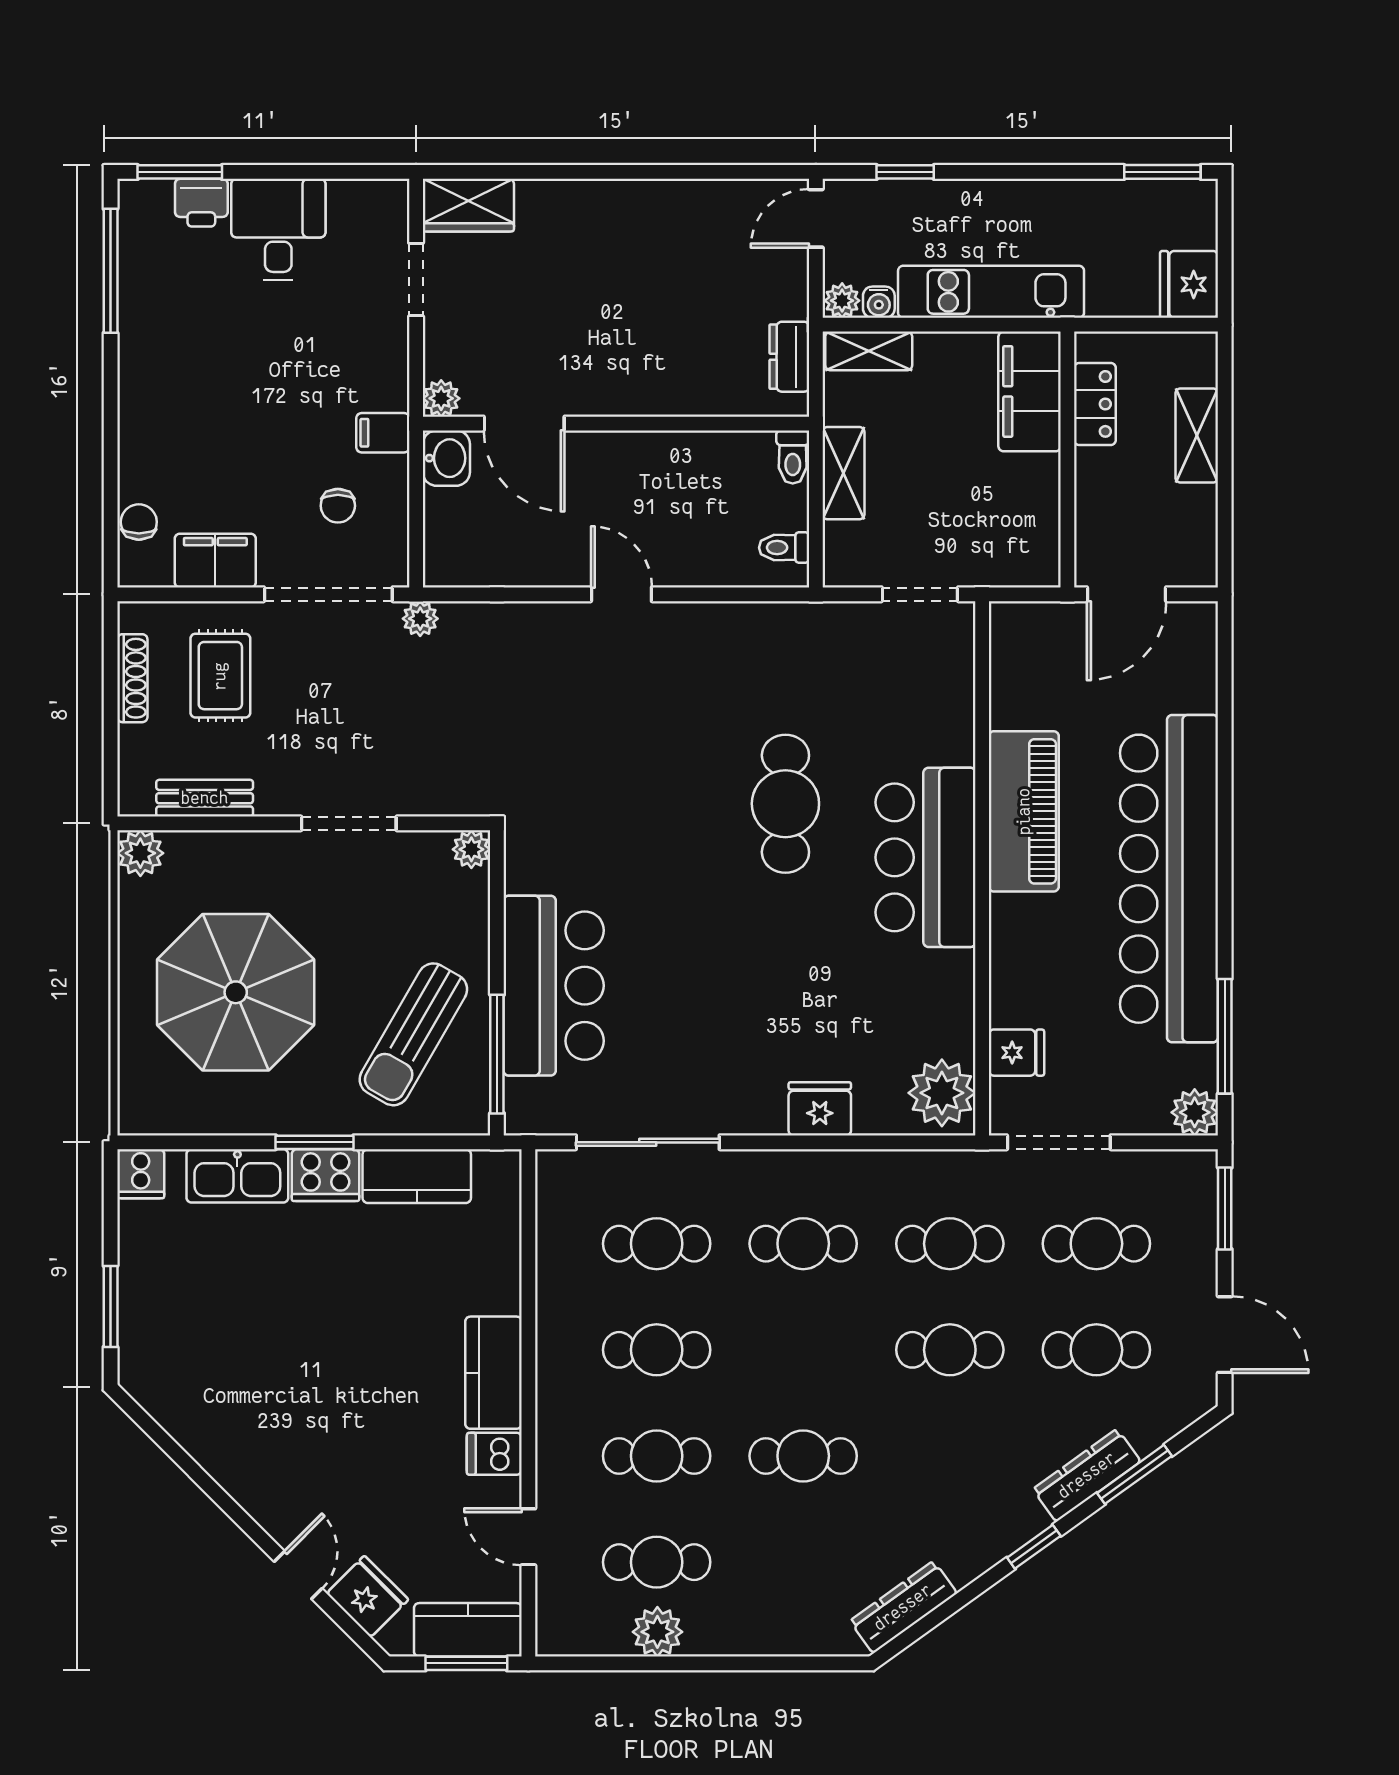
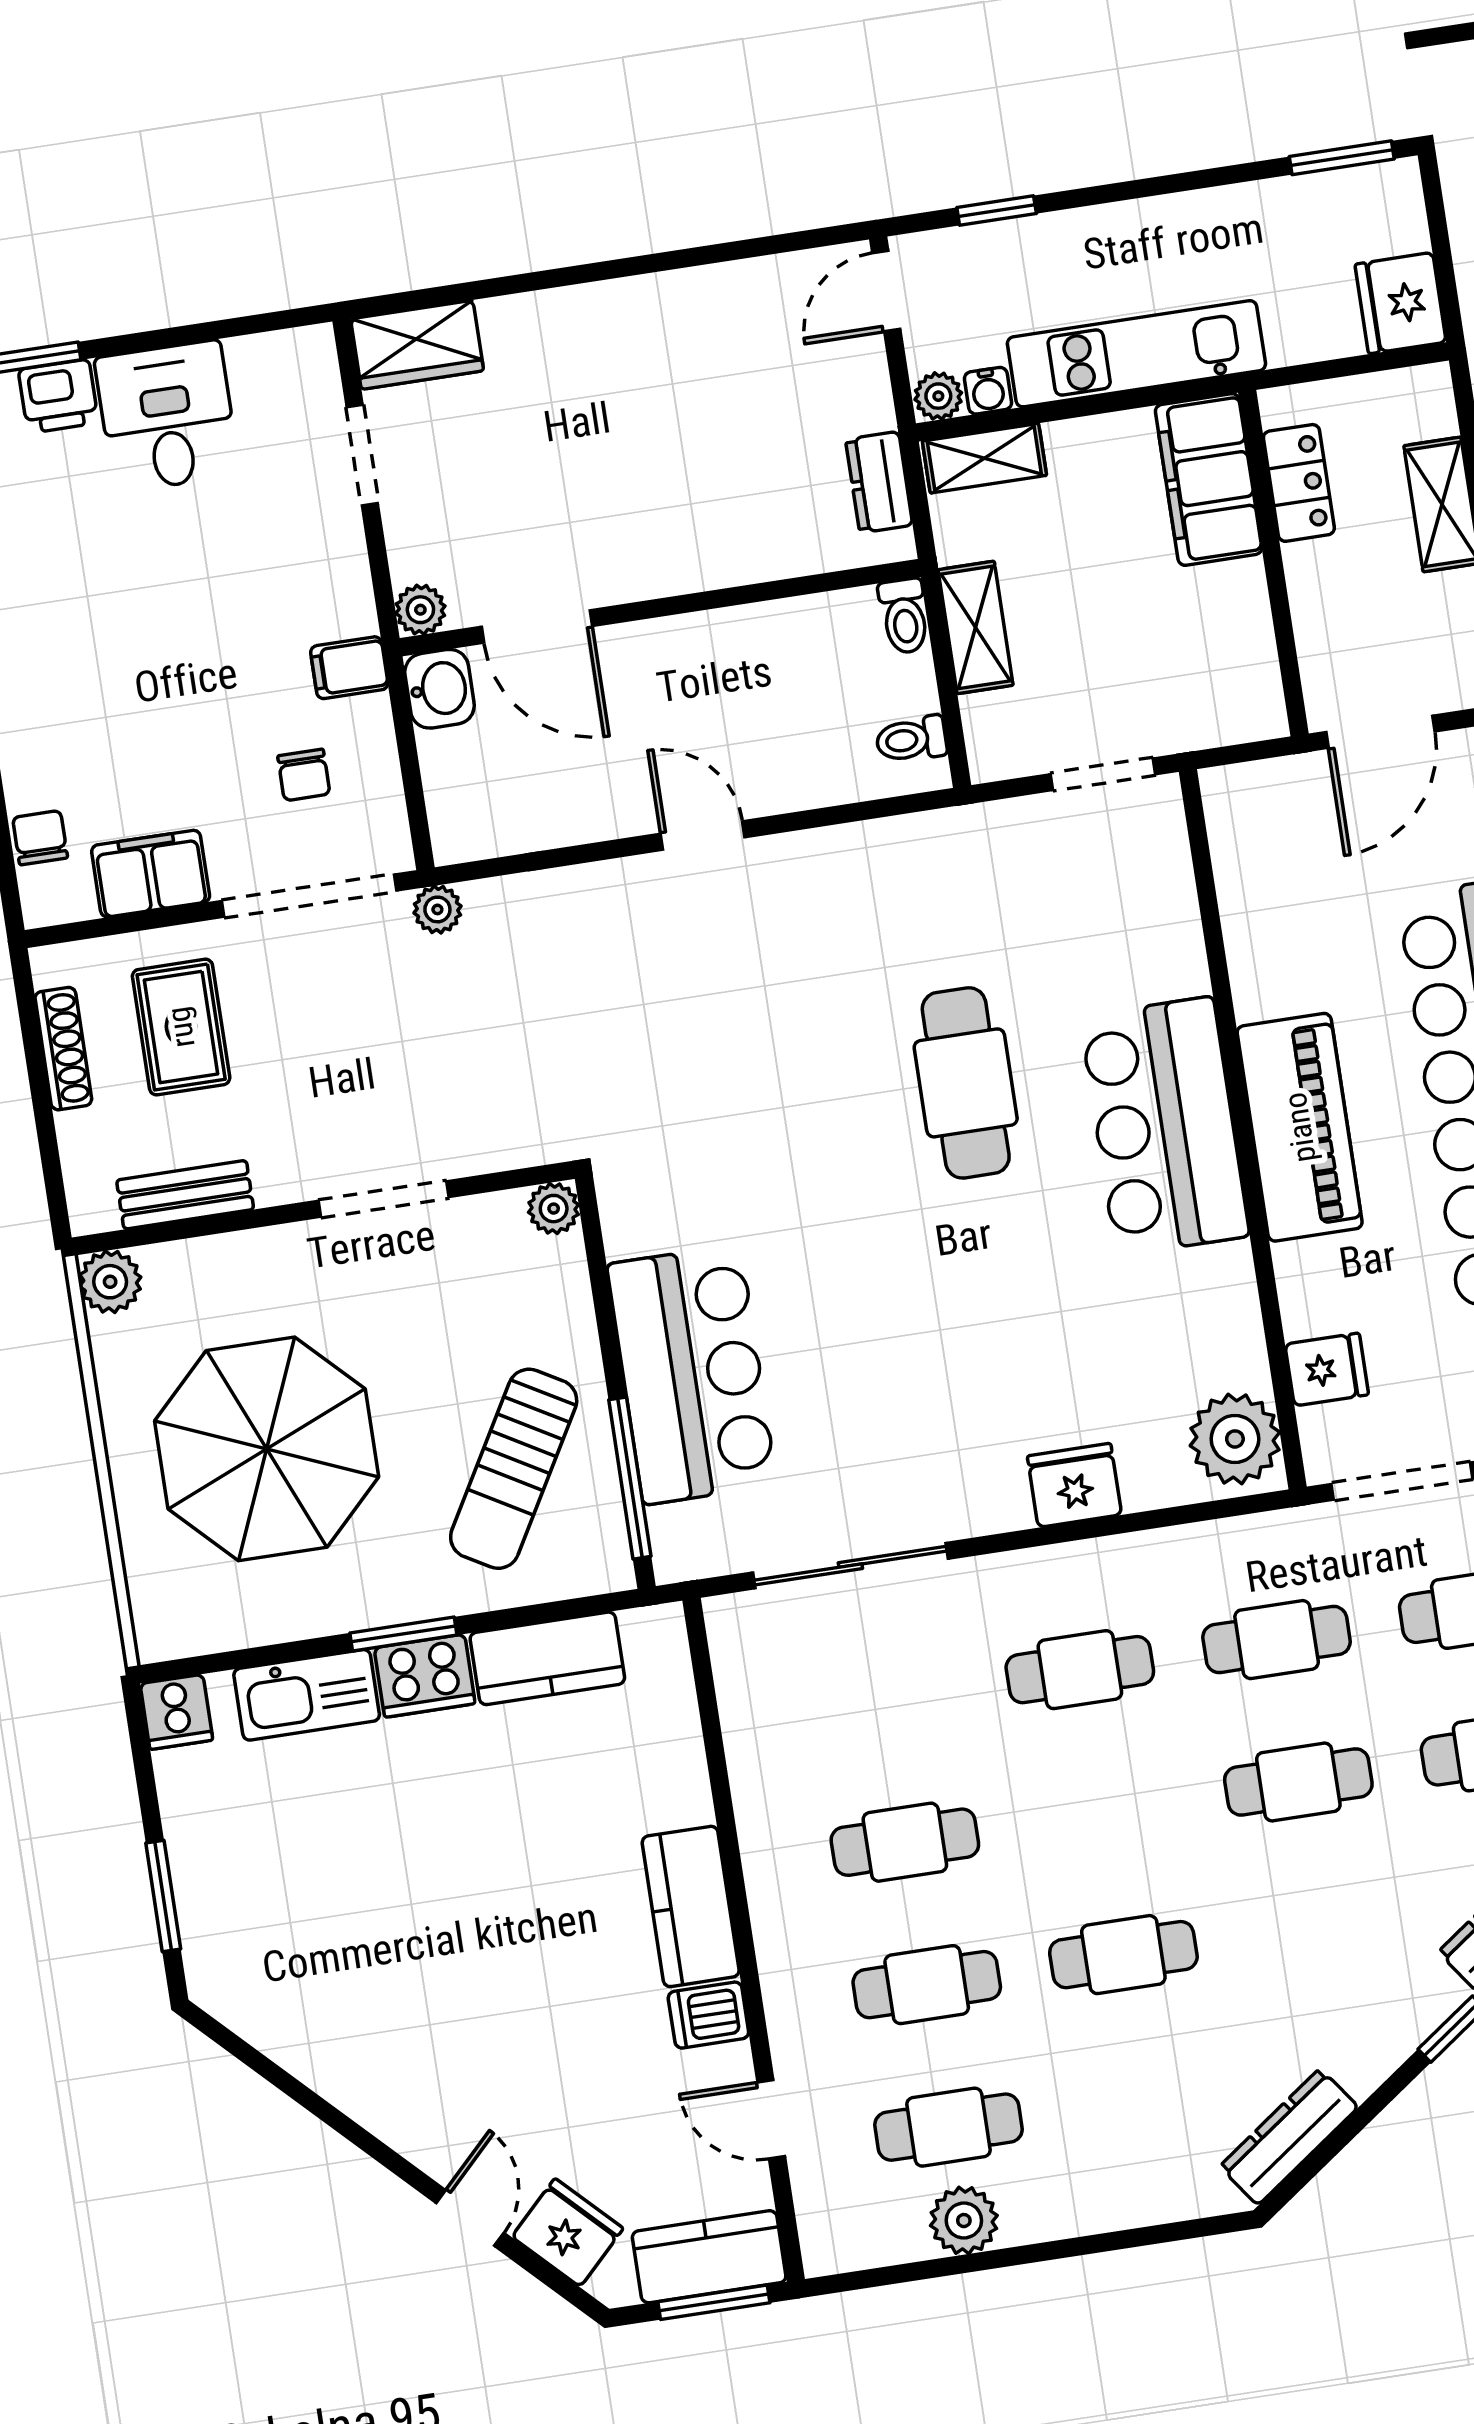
piano: (1024, 811) -> (1300, 1127), moved
cafe table: (657, 1244) -> (883, 1700), removed

